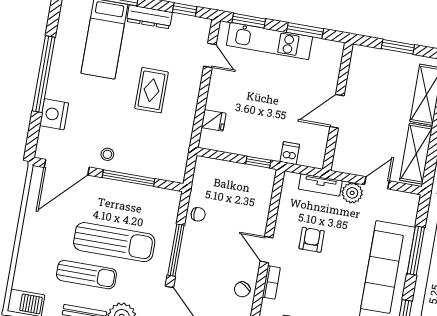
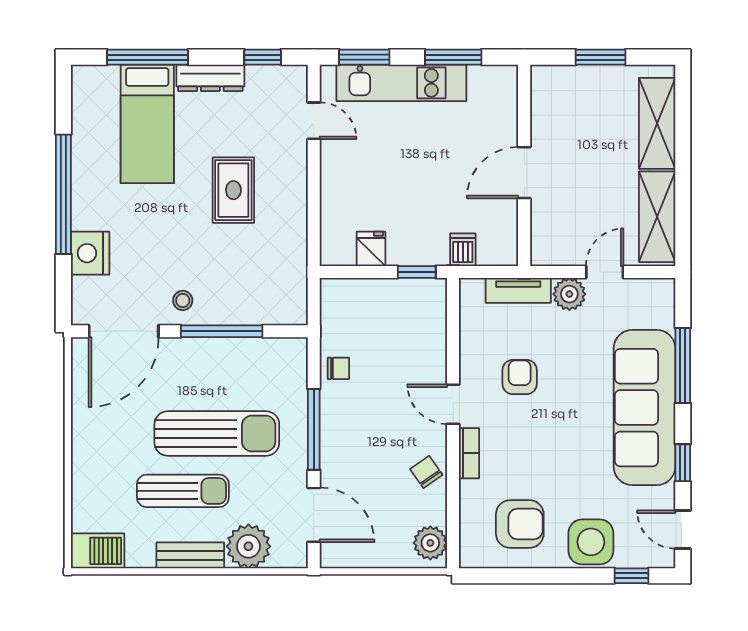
fridge: (214, 120) -> (371, 249), moved, turned -90
chair: (242, 289) -> (426, 472), turned 112

